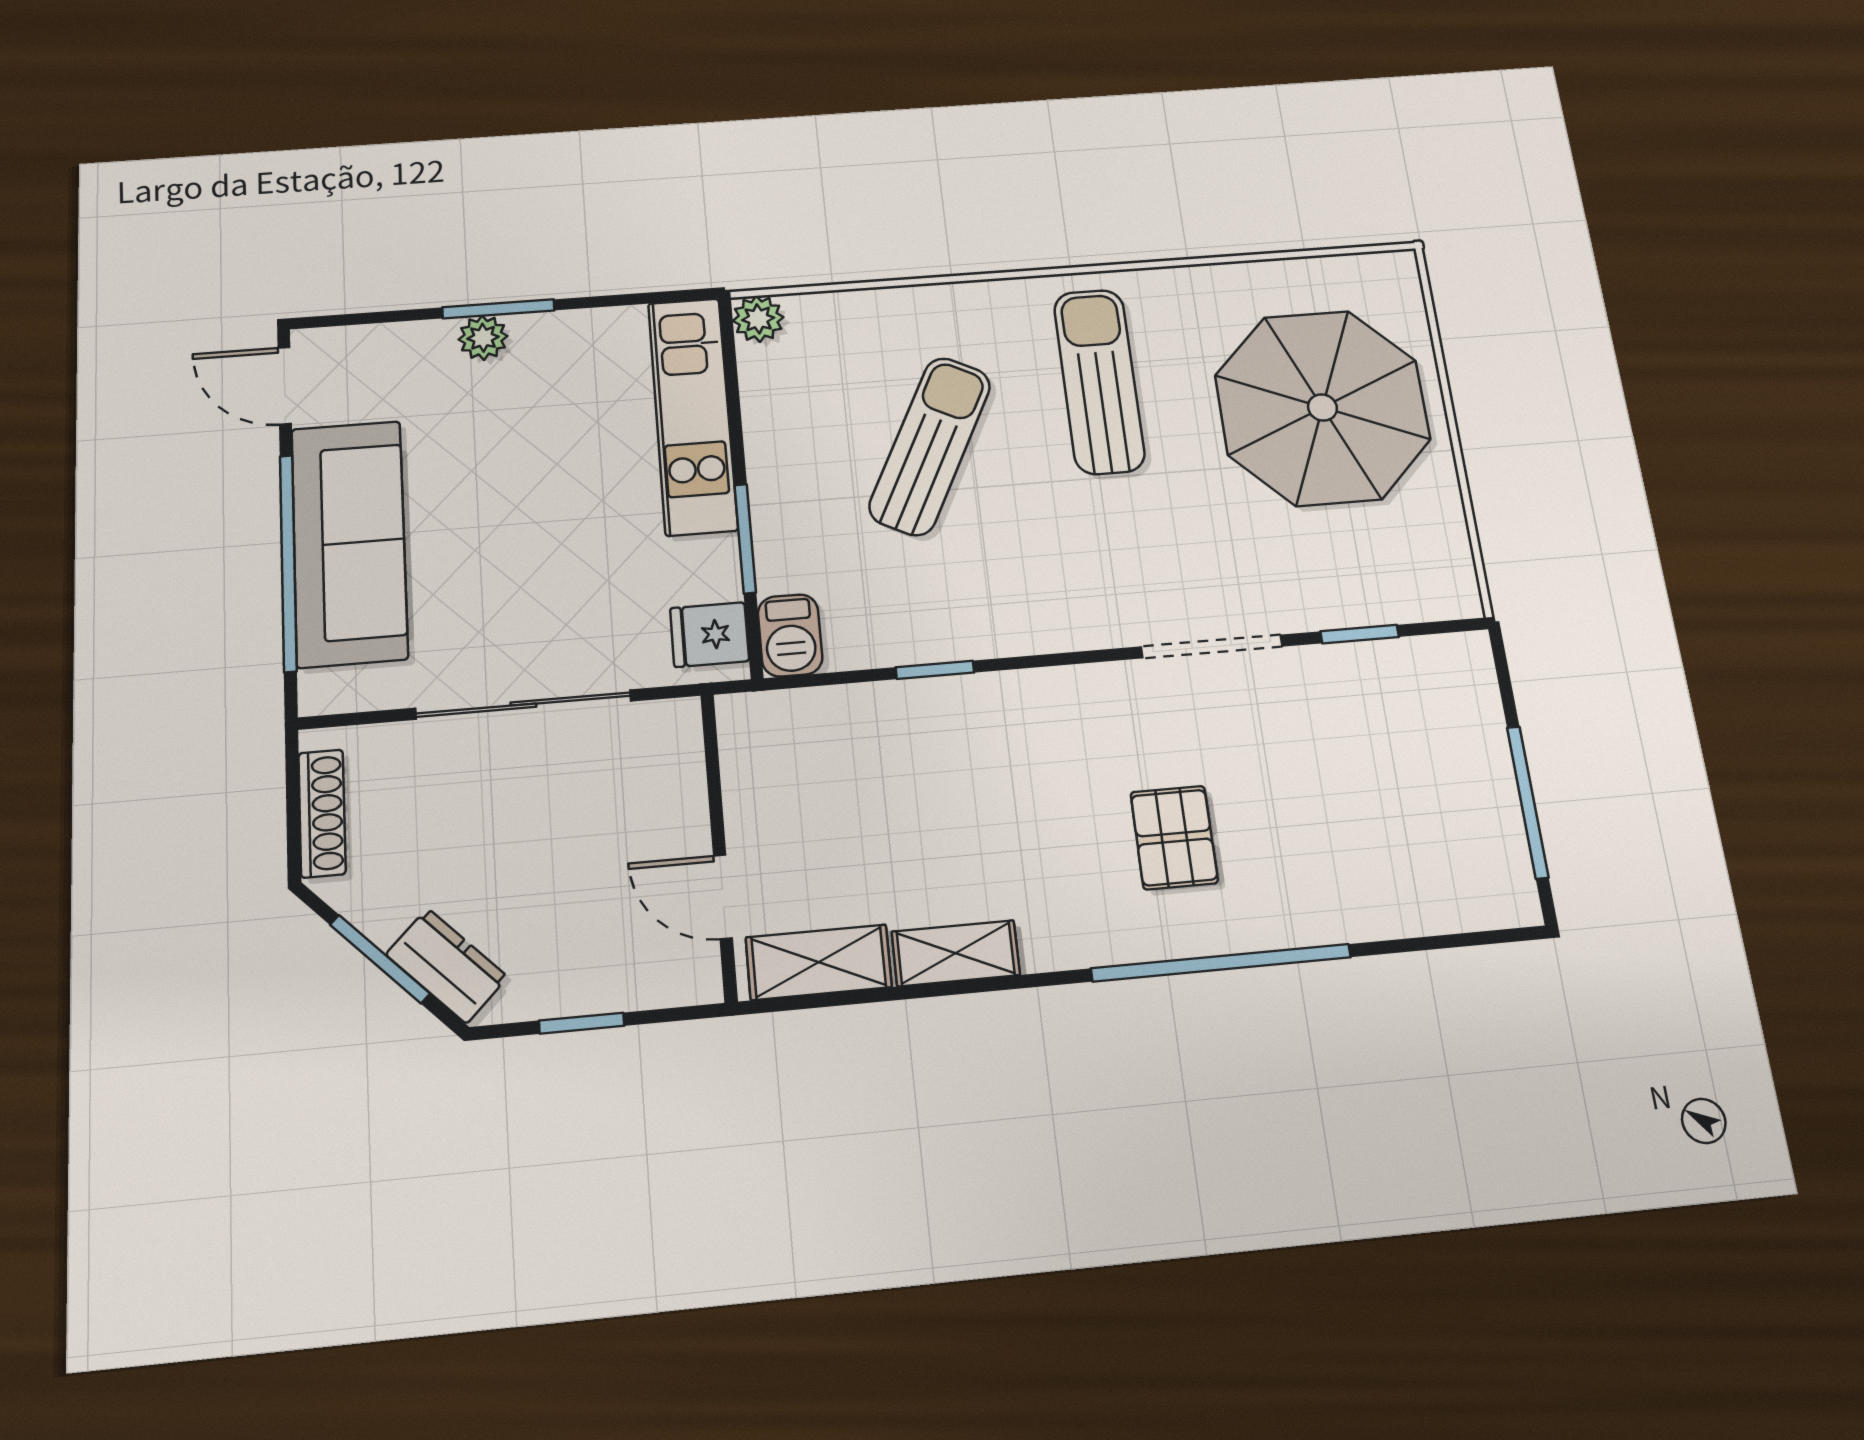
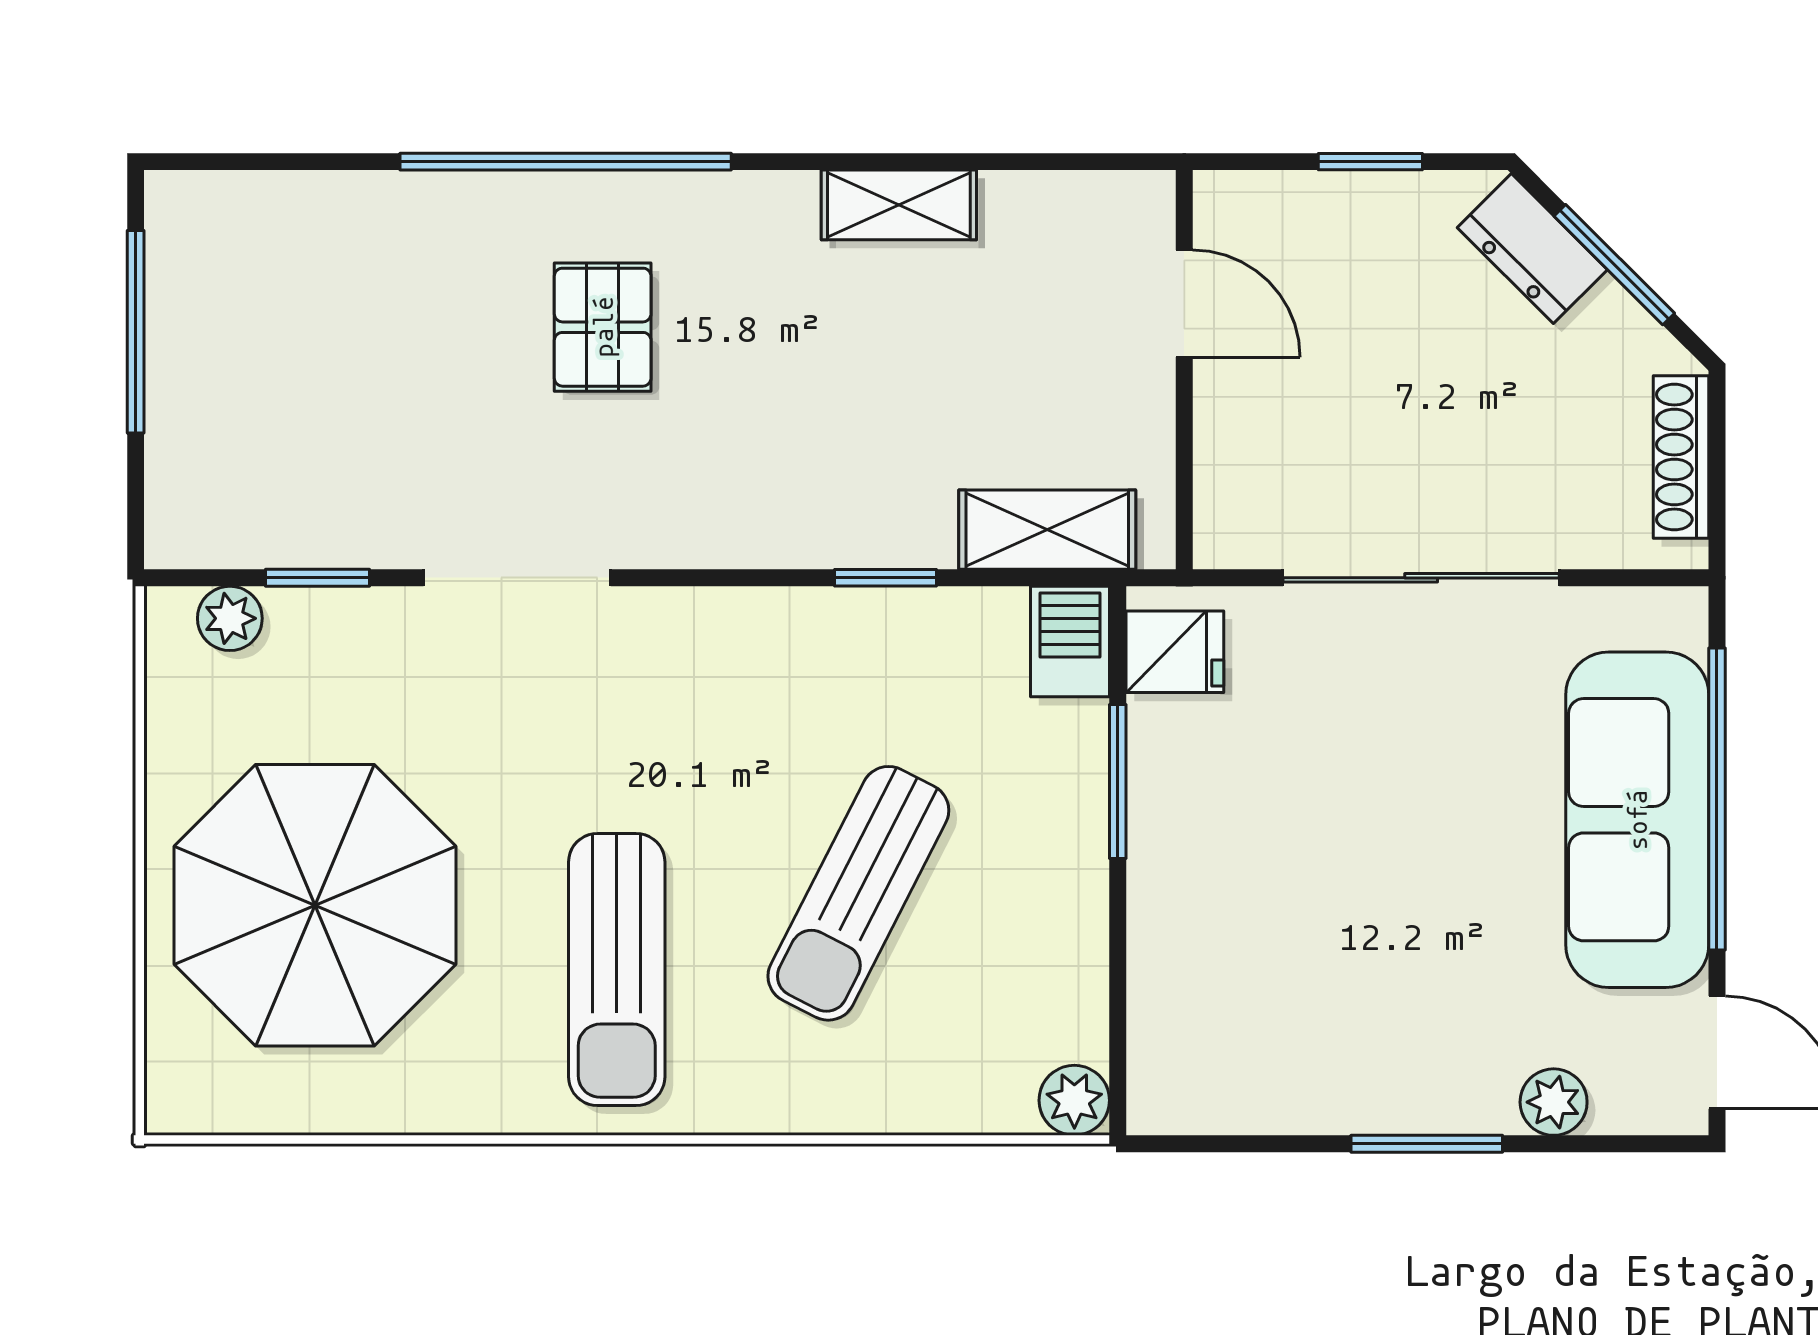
plant: (483, 338) -> (1554, 1102), moved
kitchen unit: (693, 415) -> (1174, 964), removed
plant: (1419, 600) -> (230, 618), added
shelving: (819, 962) -> (1047, 530), moved

